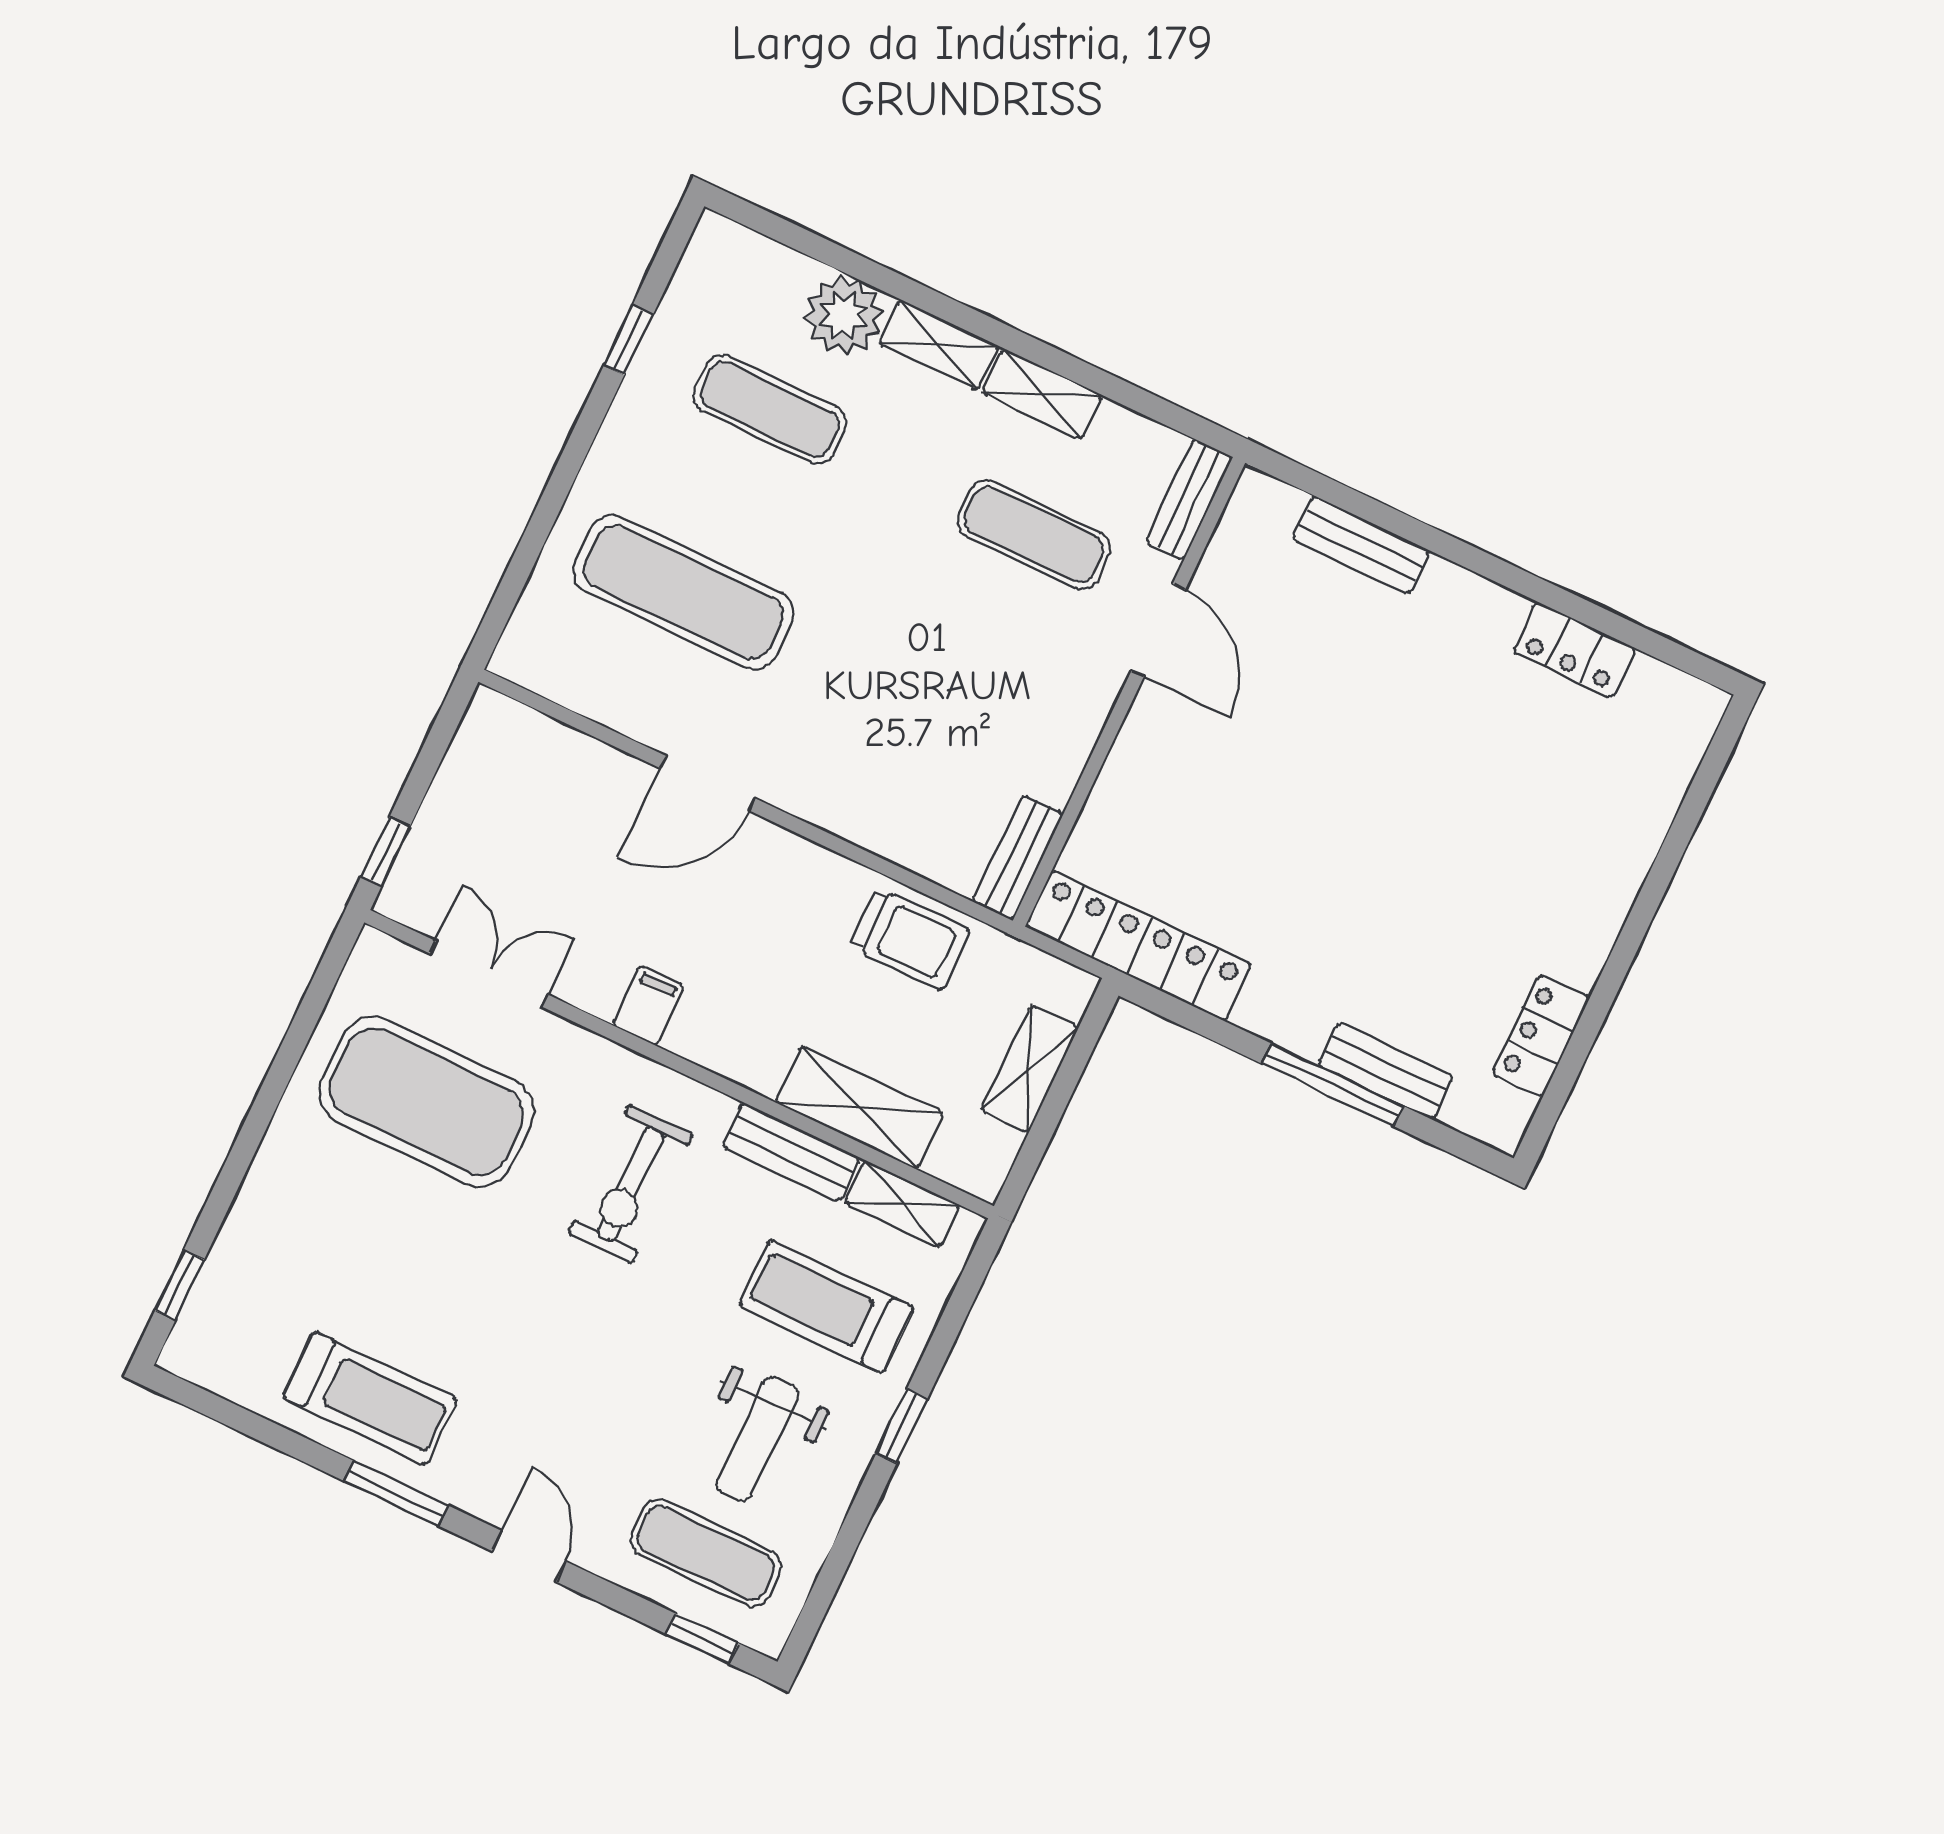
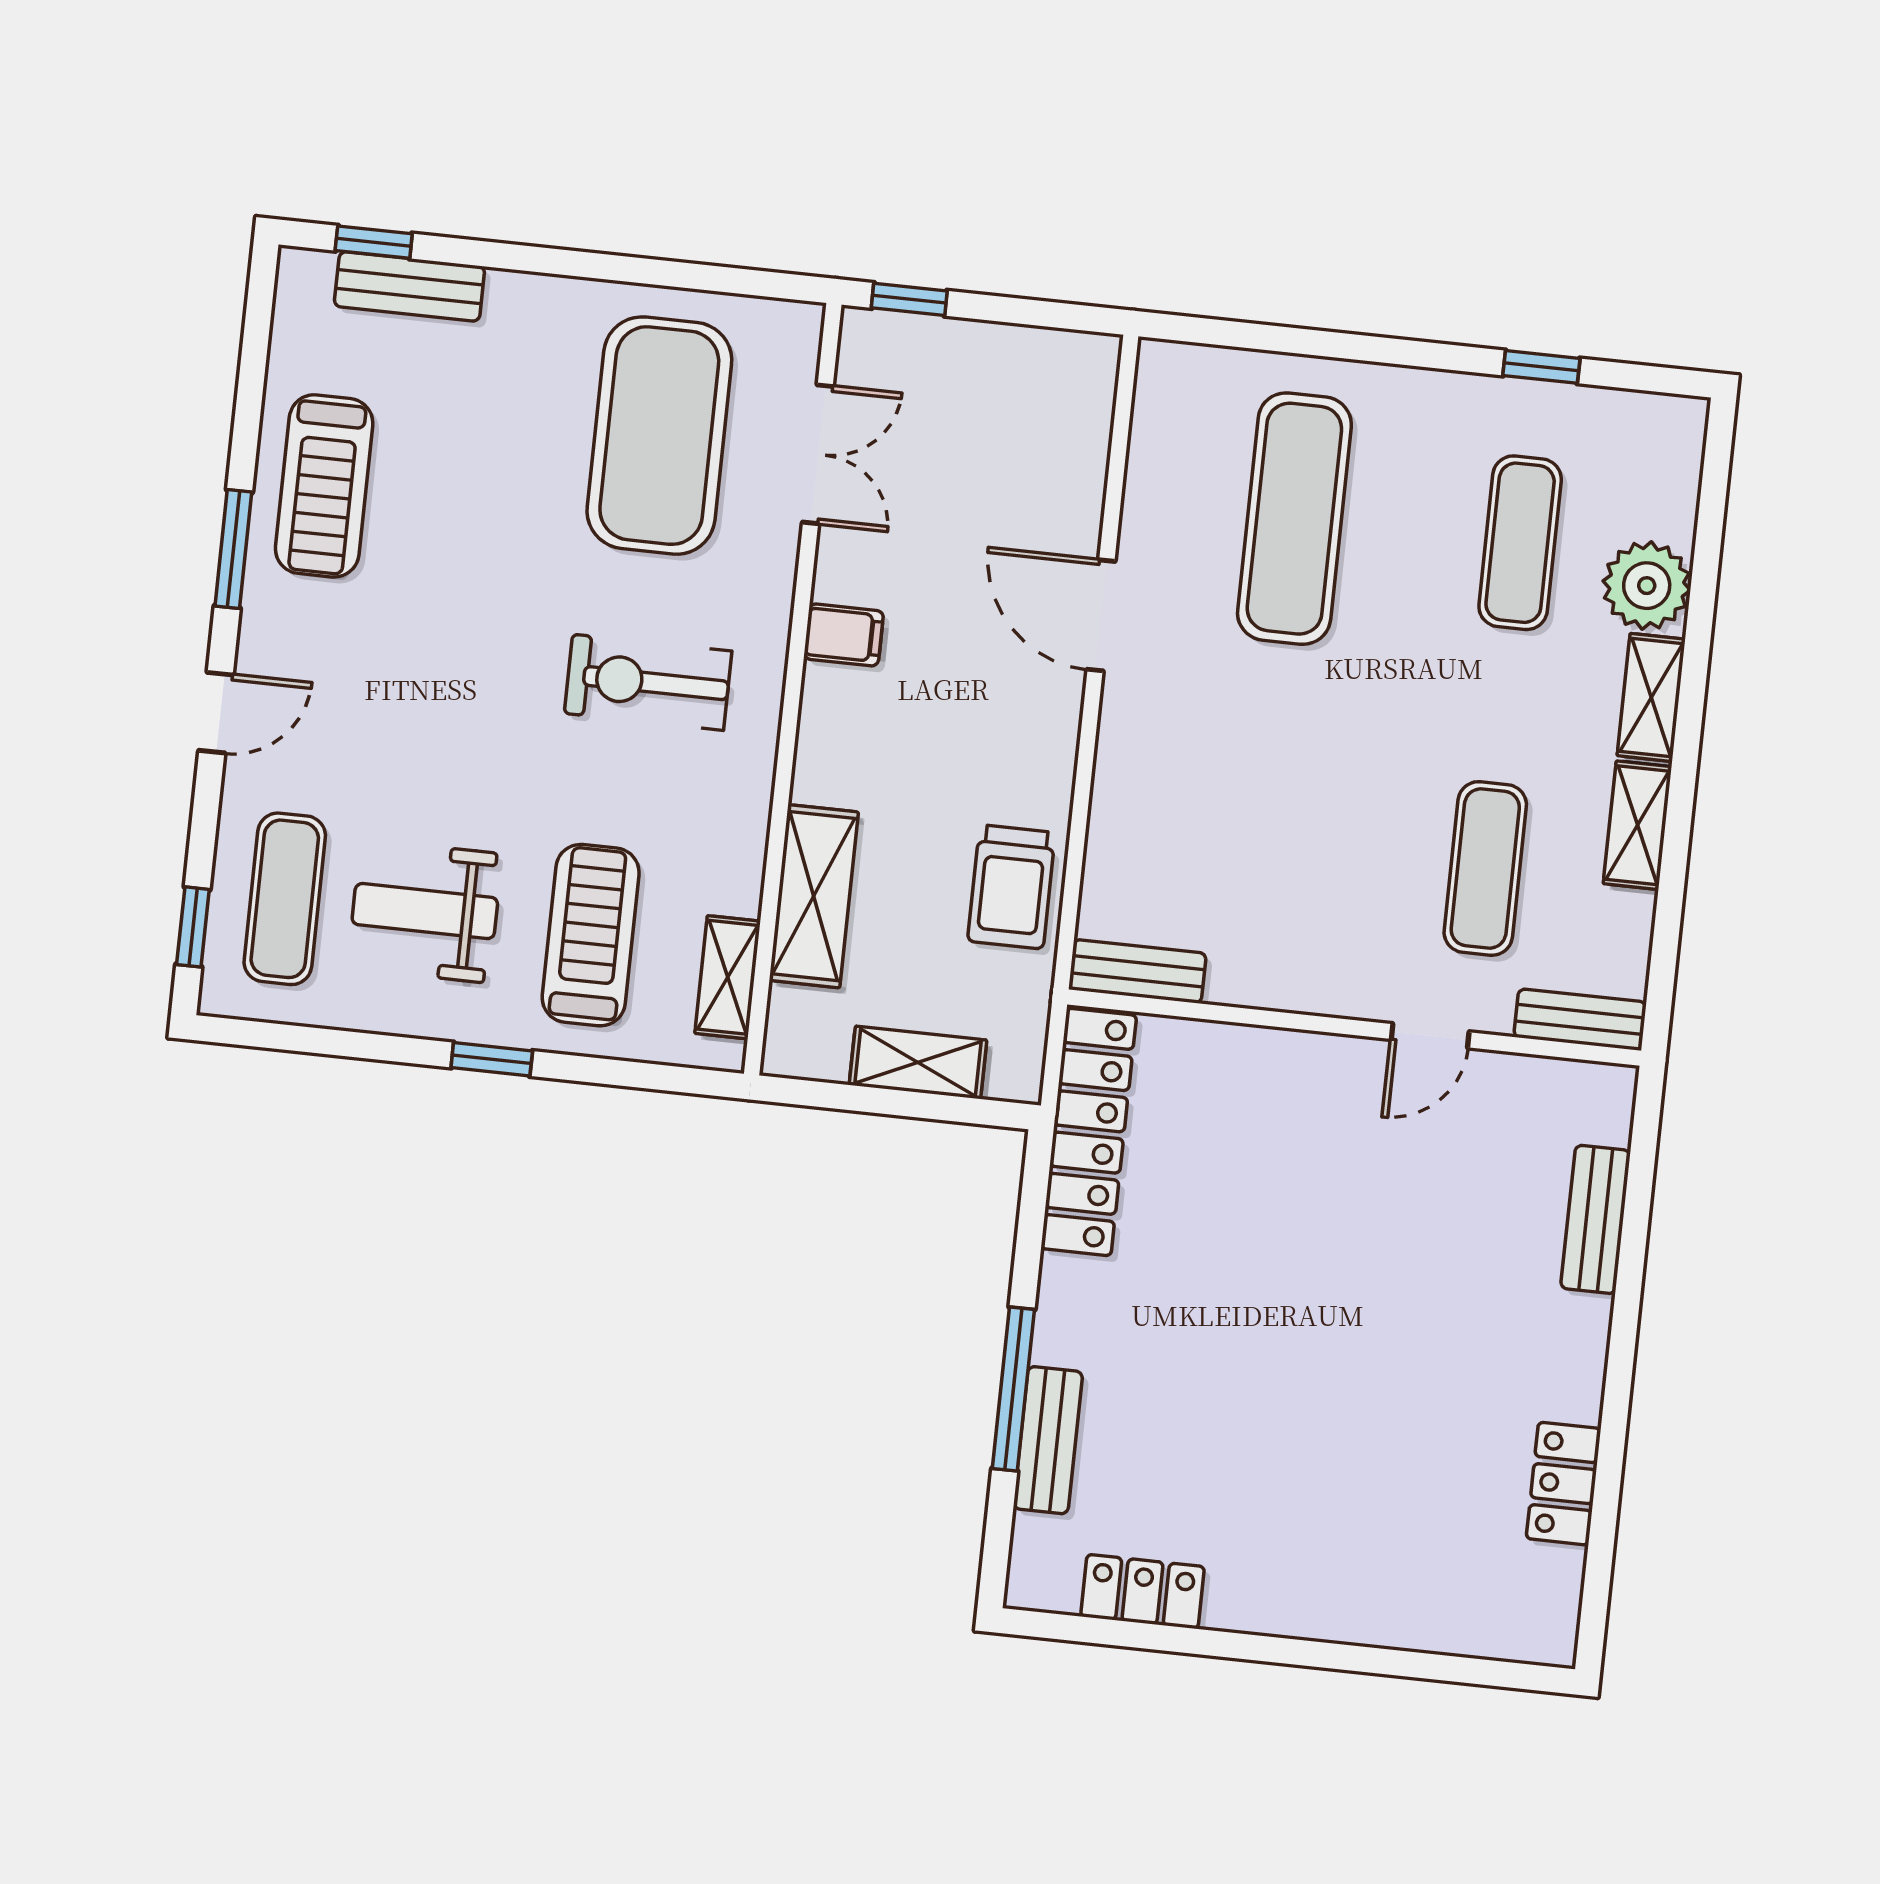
door: (1158, 630) -> (1430, 1036), width x0.73
bench: (791, 1152) -> (409, 286), moved, turned 90

